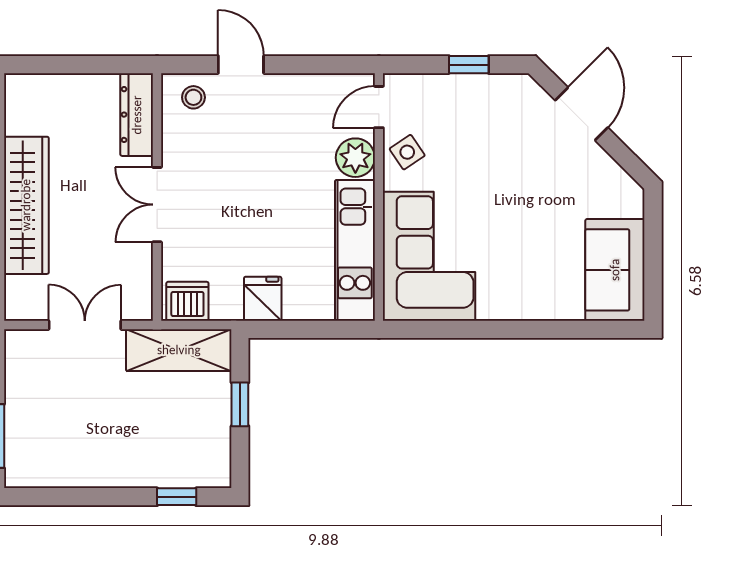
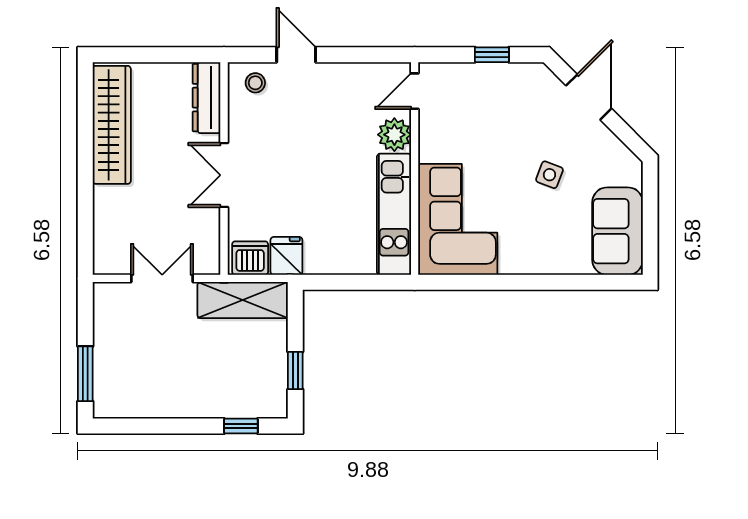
side table: (407, 152) -> (549, 175), moved, turned -35
wardrobe: (26, 205) -> (112, 125), moved
fridge: (263, 299) -> (286, 256), moved
window: (240, 404) -> (295, 371), moved

